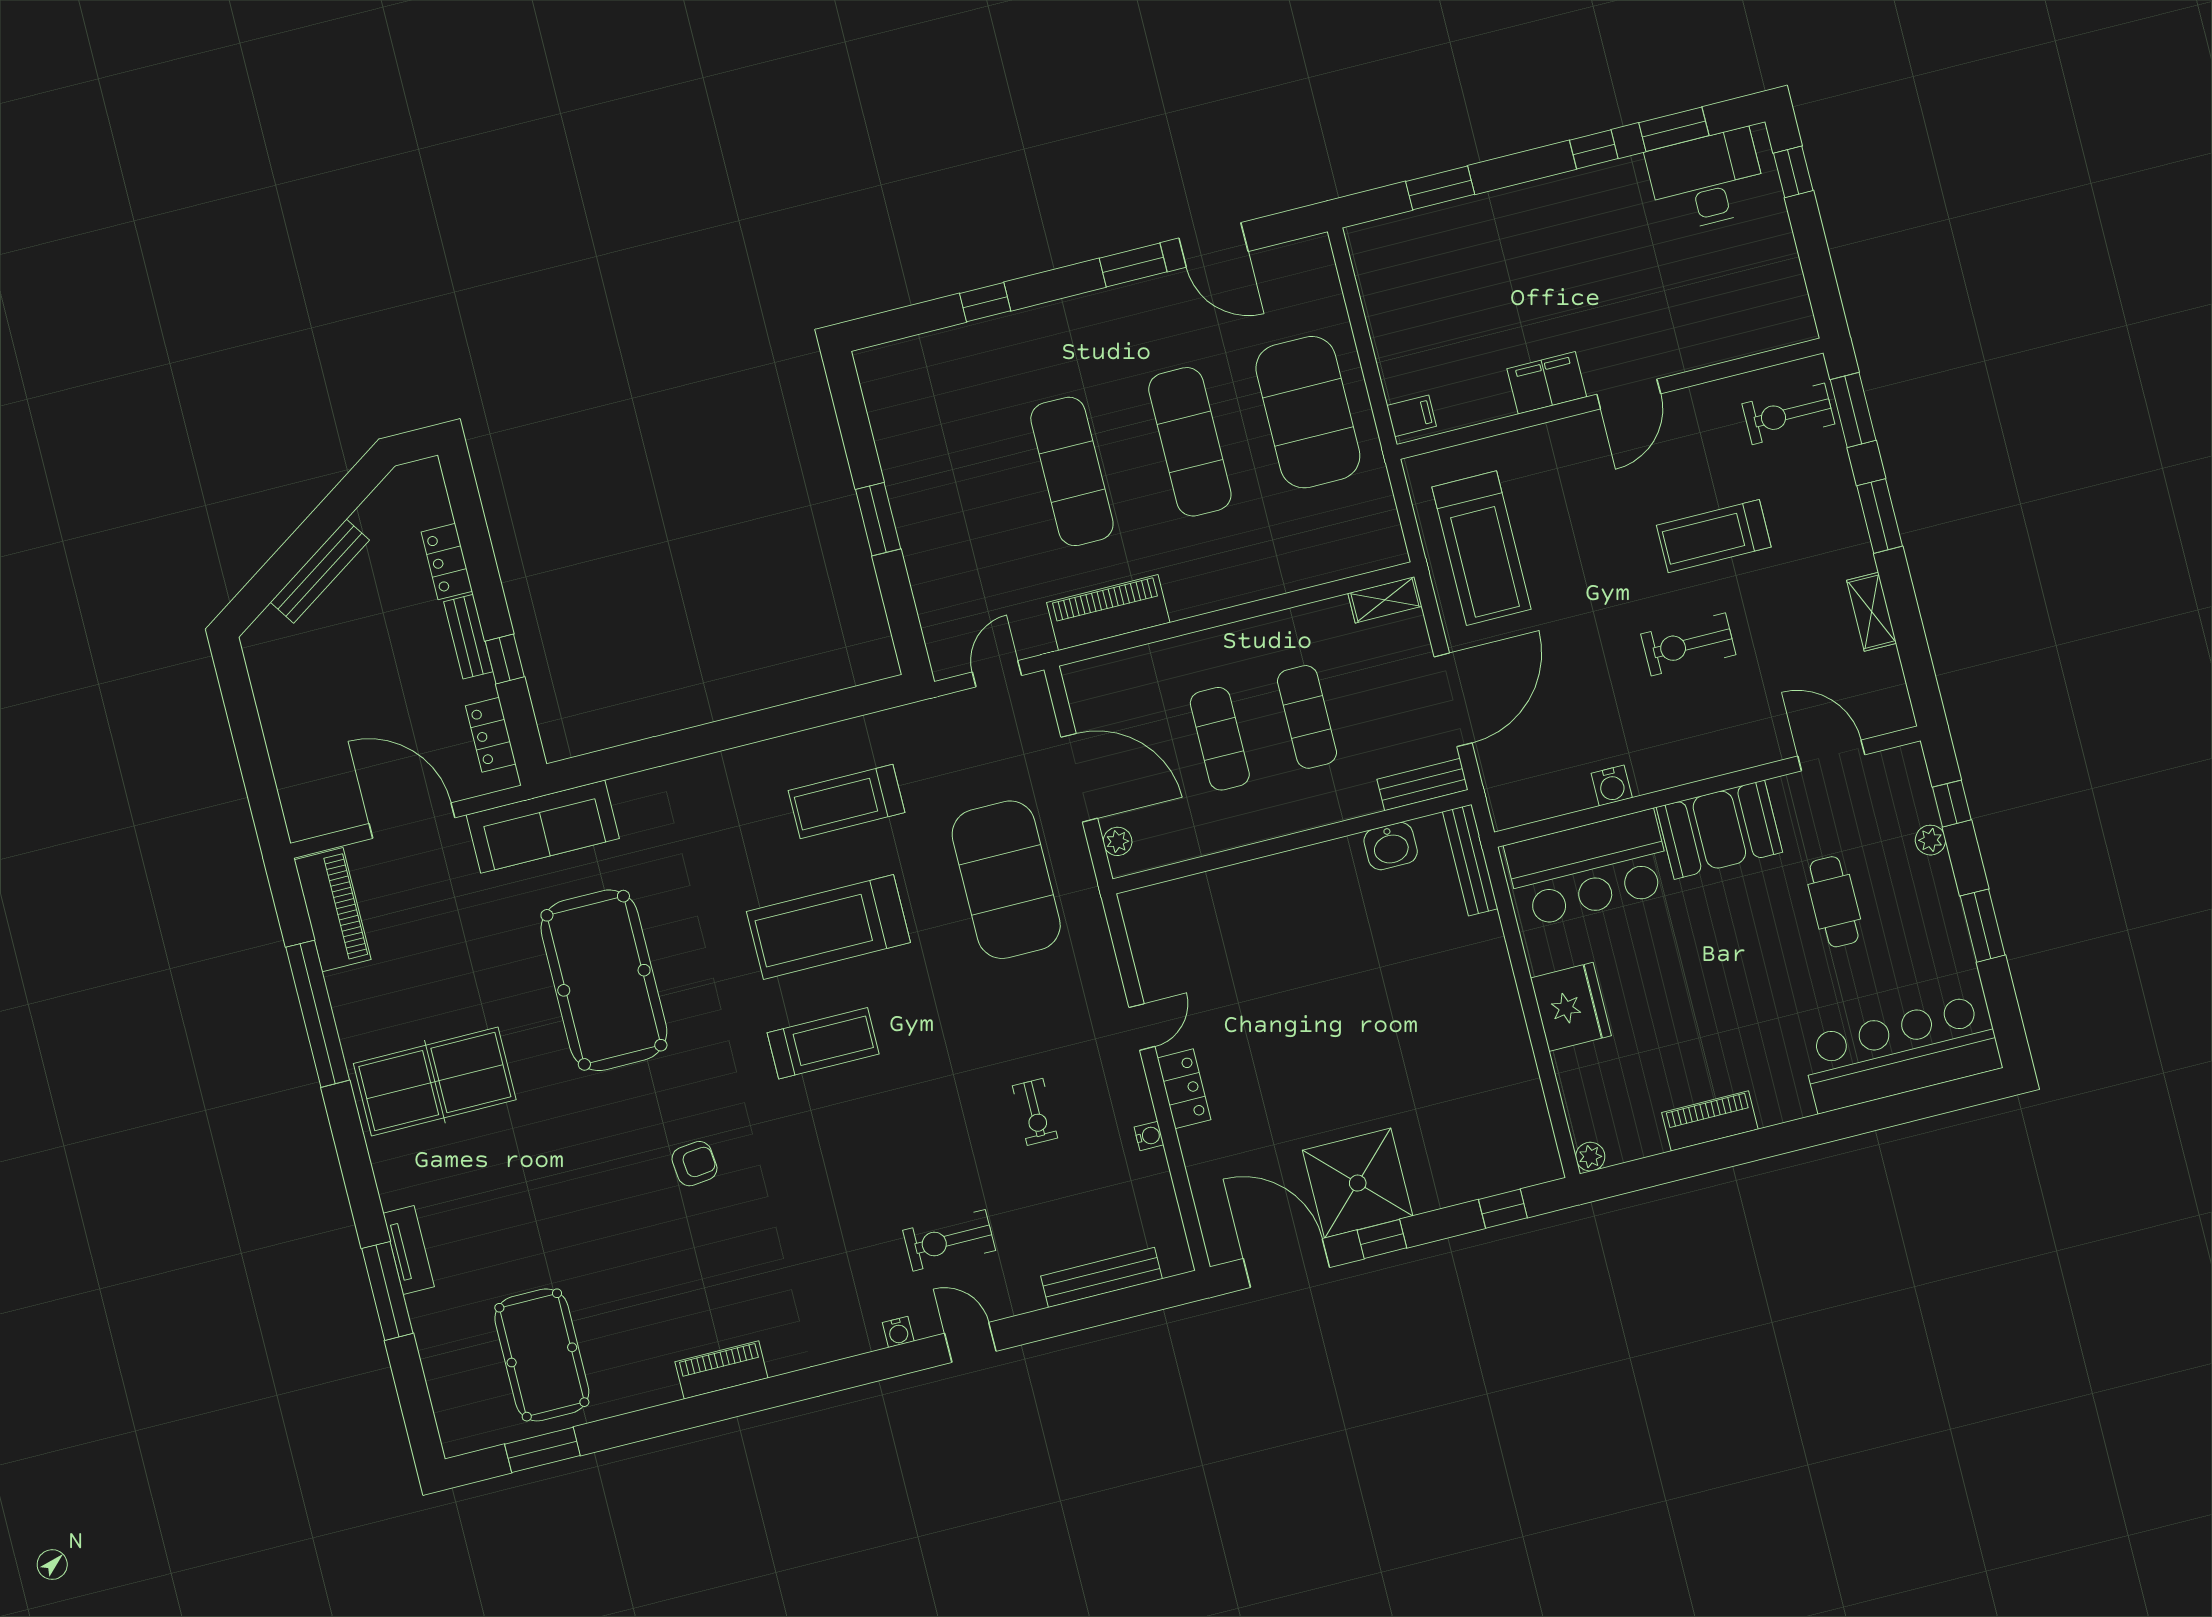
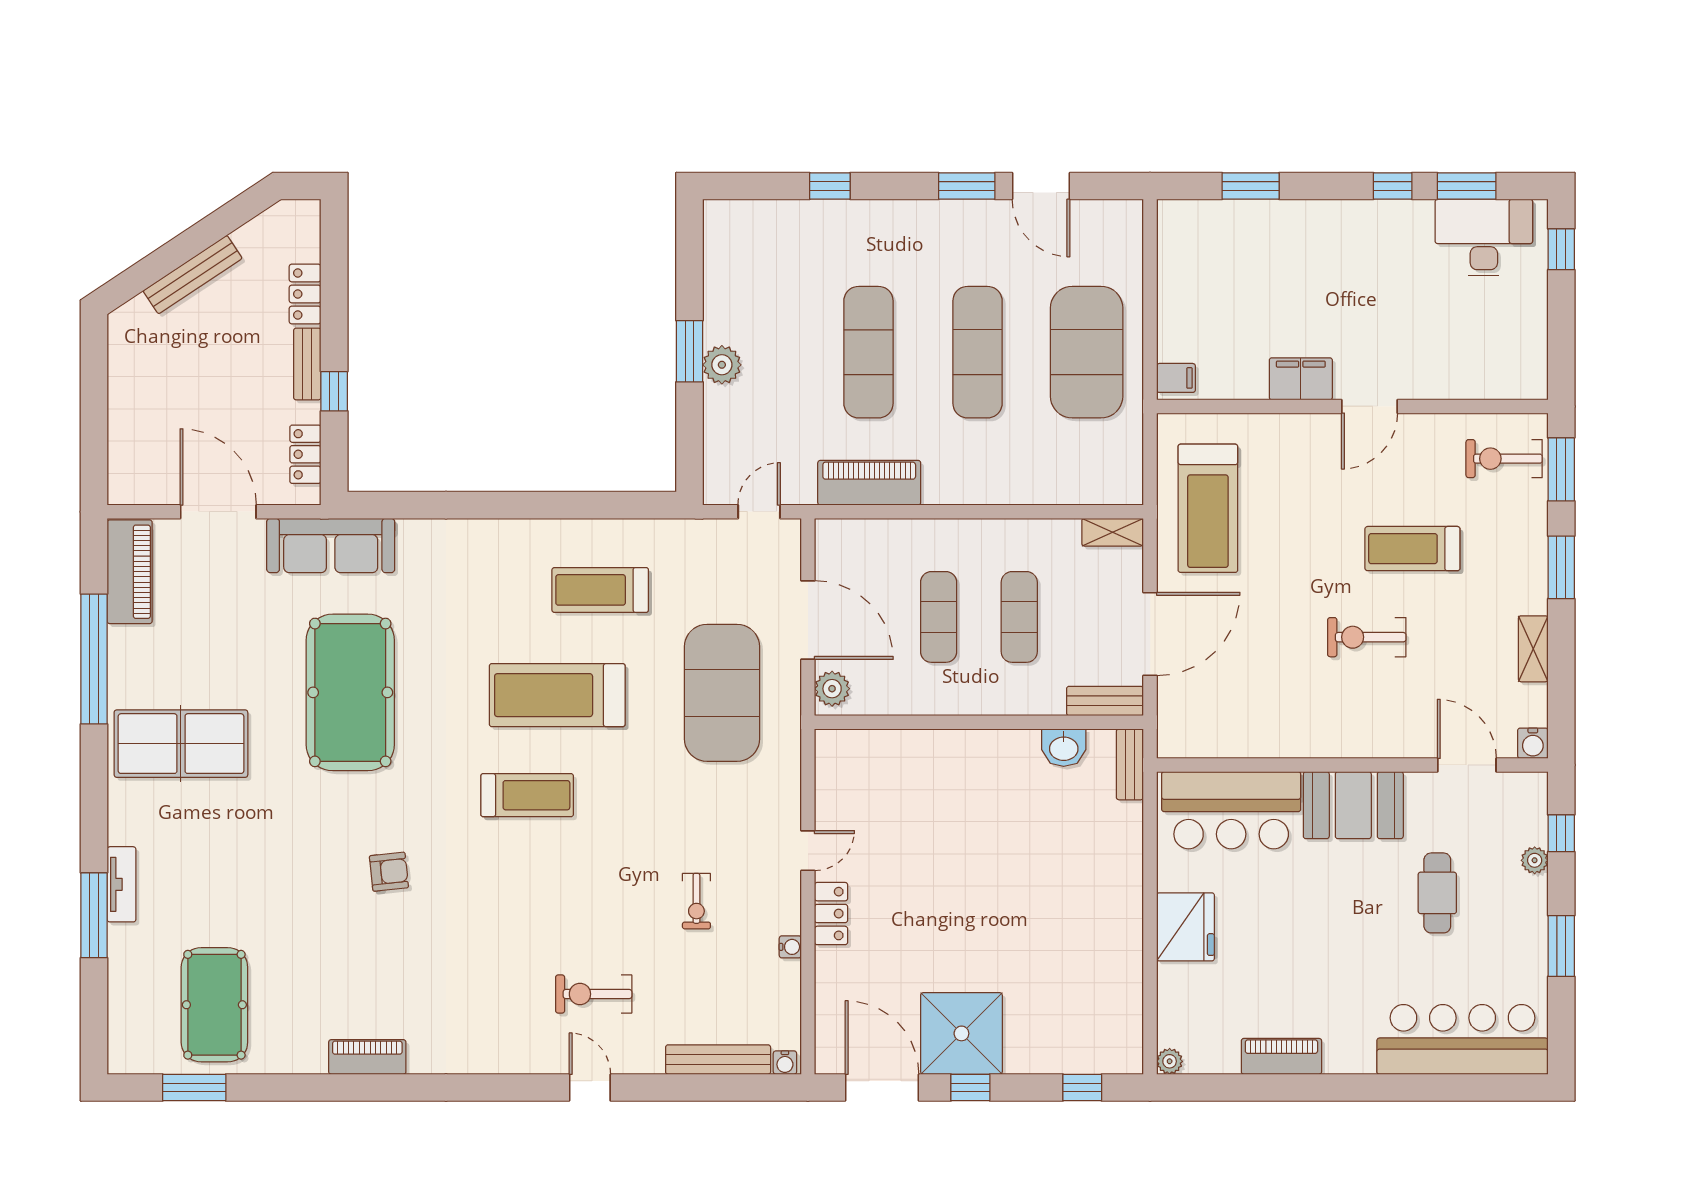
plant: (917, 525) -> (722, 365), added
water cooler: (1612, 786) -> (1533, 743), moved
plant: (1118, 841) -> (832, 689), width x1.38, depth x1.38
bench: (1470, 860) -> (1130, 764), width x0.73
water cooler: (898, 1332) -> (785, 1063), moved

